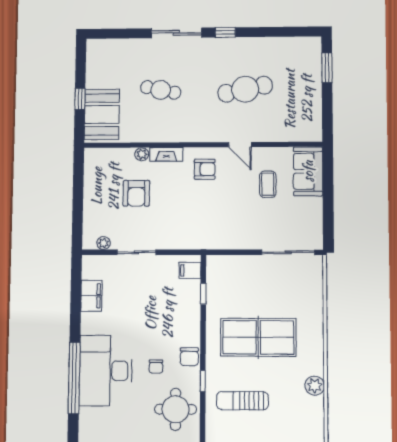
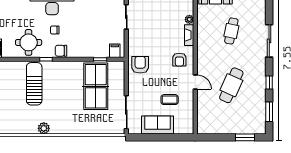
window: (225, 32) -> (269, 83), moved
window: (287, 32) -> (269, 112), added
cafe table: (245, 89) -> (231, 85), turned 36
door: (240, 145) -> (195, 82), swing flipped
sofa: (308, 171) -> (157, 125), moved
armchair: (136, 193) -> (140, 65), moved, turned 90
table tennis table: (258, 337) -> (96, 86), moved
sun lounger: (242, 401) -> (34, 84), width x1.36, depth x1.34

